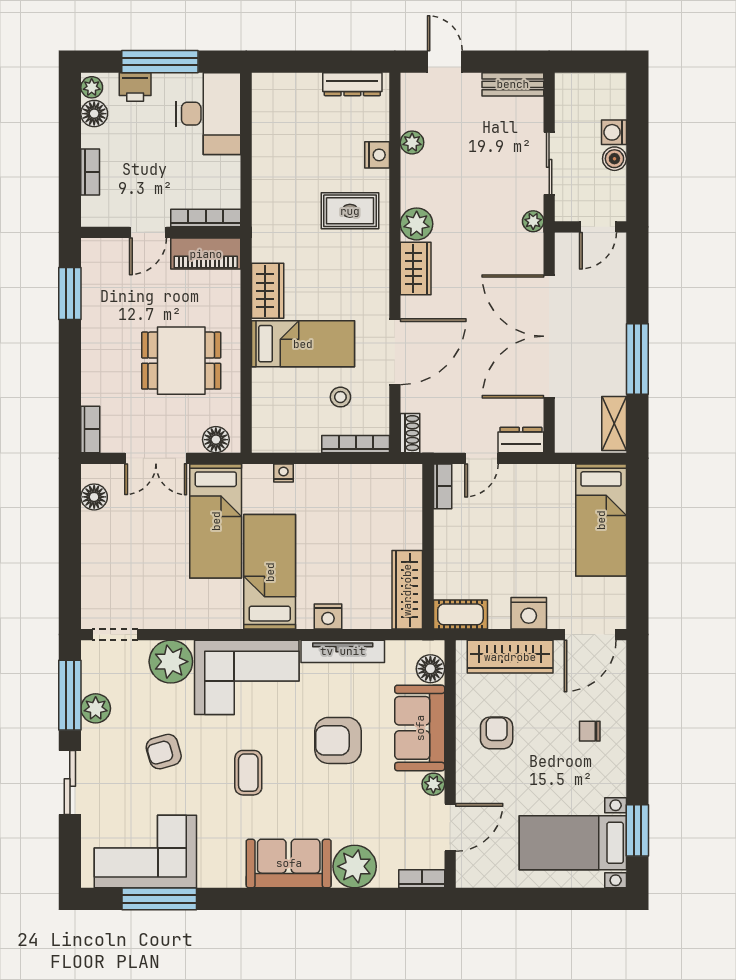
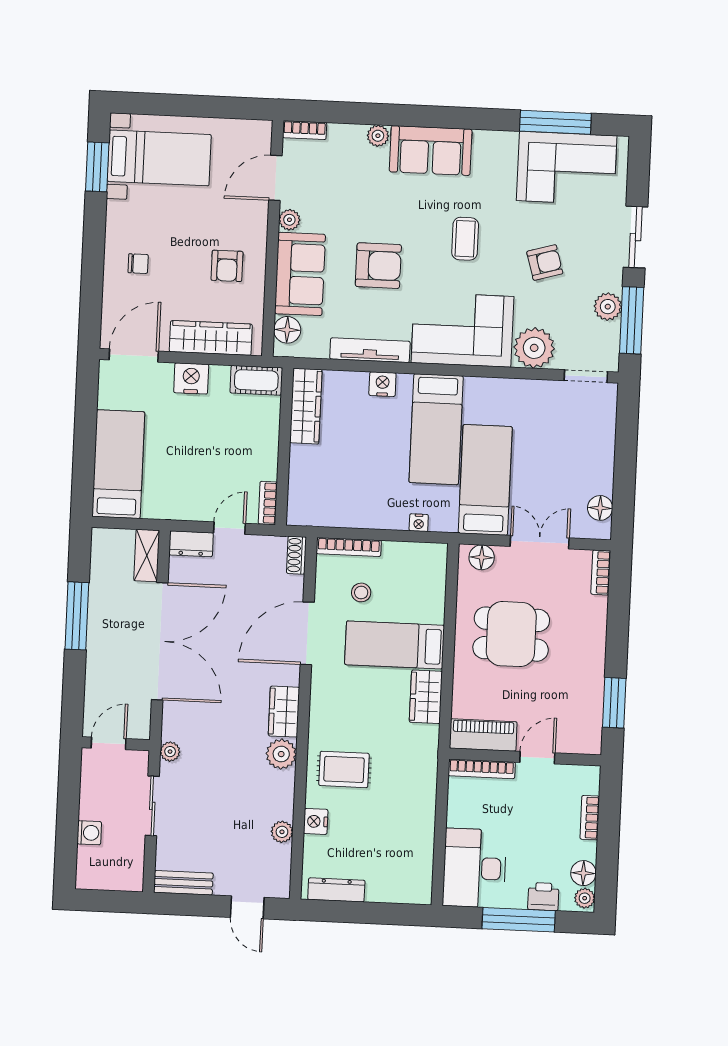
boiler: (614, 159) -> (90, 808), removed
shelving: (614, 423) -> (147, 555), moved
plant: (355, 866) -> (378, 136), width x0.53, depth x0.53

